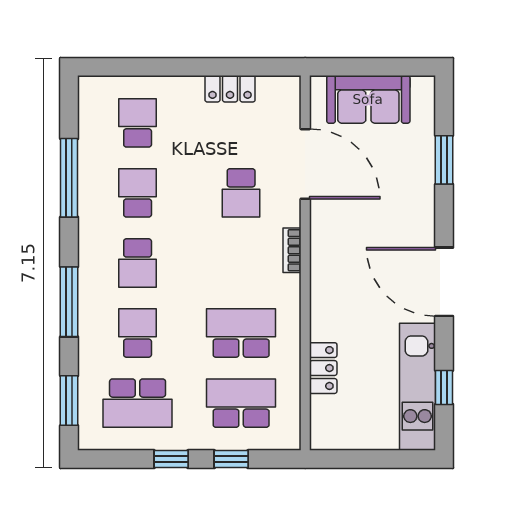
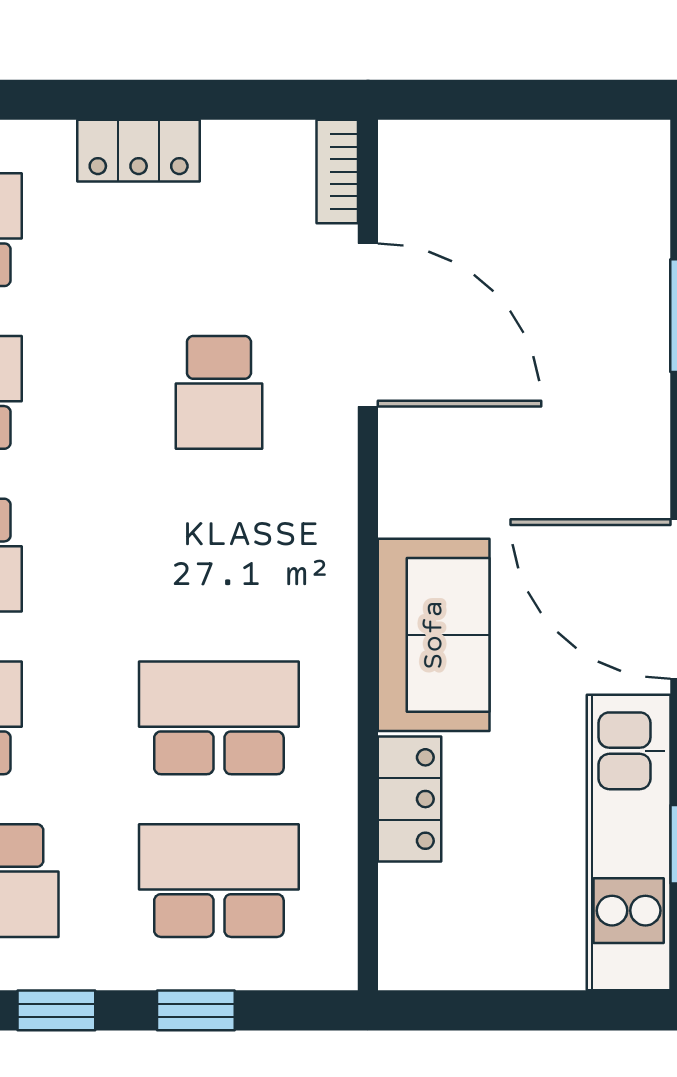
locker: (230, 89) -> (139, 151), moved
sofa: (368, 99) -> (434, 635), moved, turned -90
bookcase: (292, 250) -> (337, 172), moved

